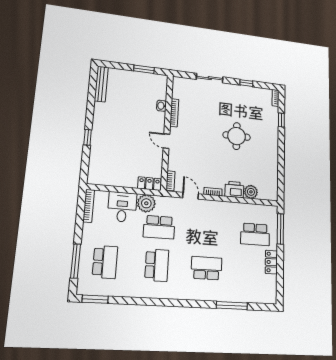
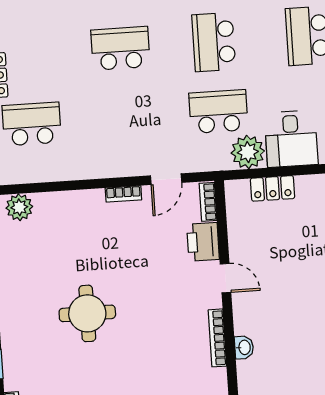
locker: (149, 184) -> (273, 188), moved
printer: (234, 189) -> (203, 242), moved, turned 90
plant: (251, 192) -> (19, 207), moved
door: (191, 196) -> (166, 179), hinge flipped
school desk: (207, 268) -> (120, 48), turned 180

